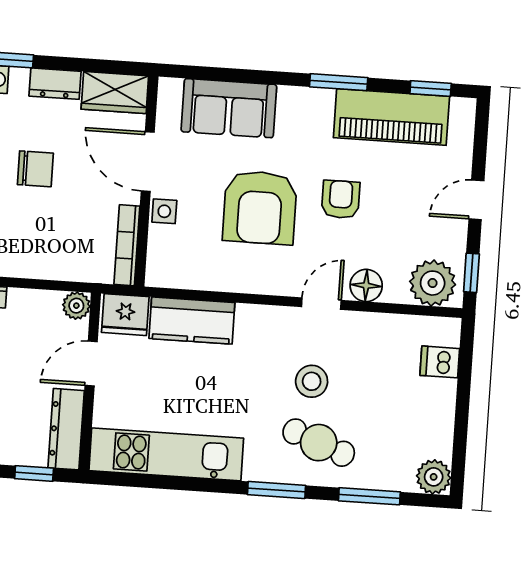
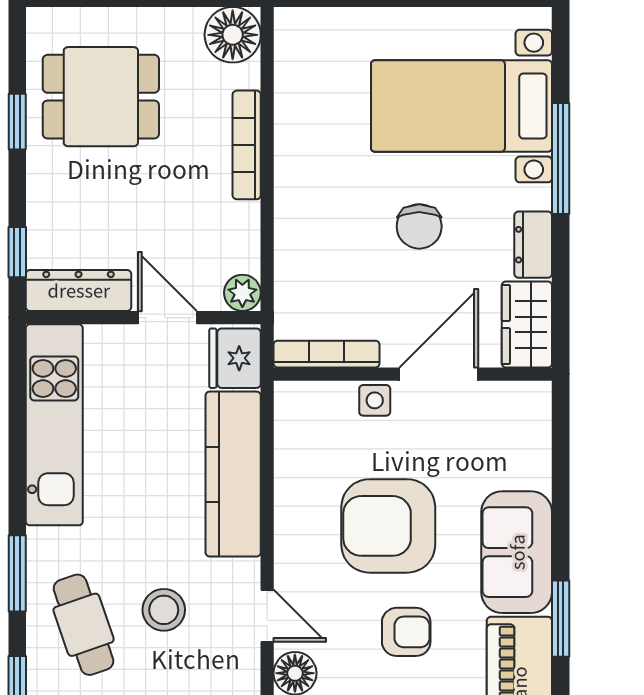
sofa: (229, 108) -> (517, 552), moved
kitchen counter: (192, 321) -> (233, 474), width x1.50
cafe table: (319, 443) -> (84, 625), turned -40

